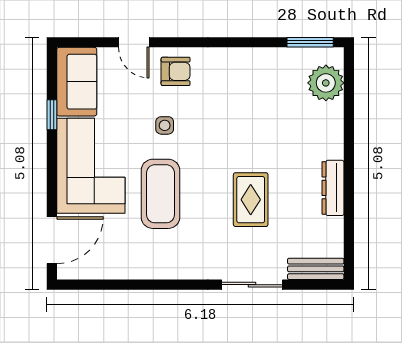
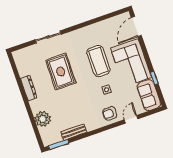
door: (134, 42) -> (131, 119), hinge flipped
plant: (326, 83) -> (43, 119), moved
rug: (251, 200) -> (61, 72), width x1.36, depth x1.43
bench: (316, 269) -> (74, 132), moved

